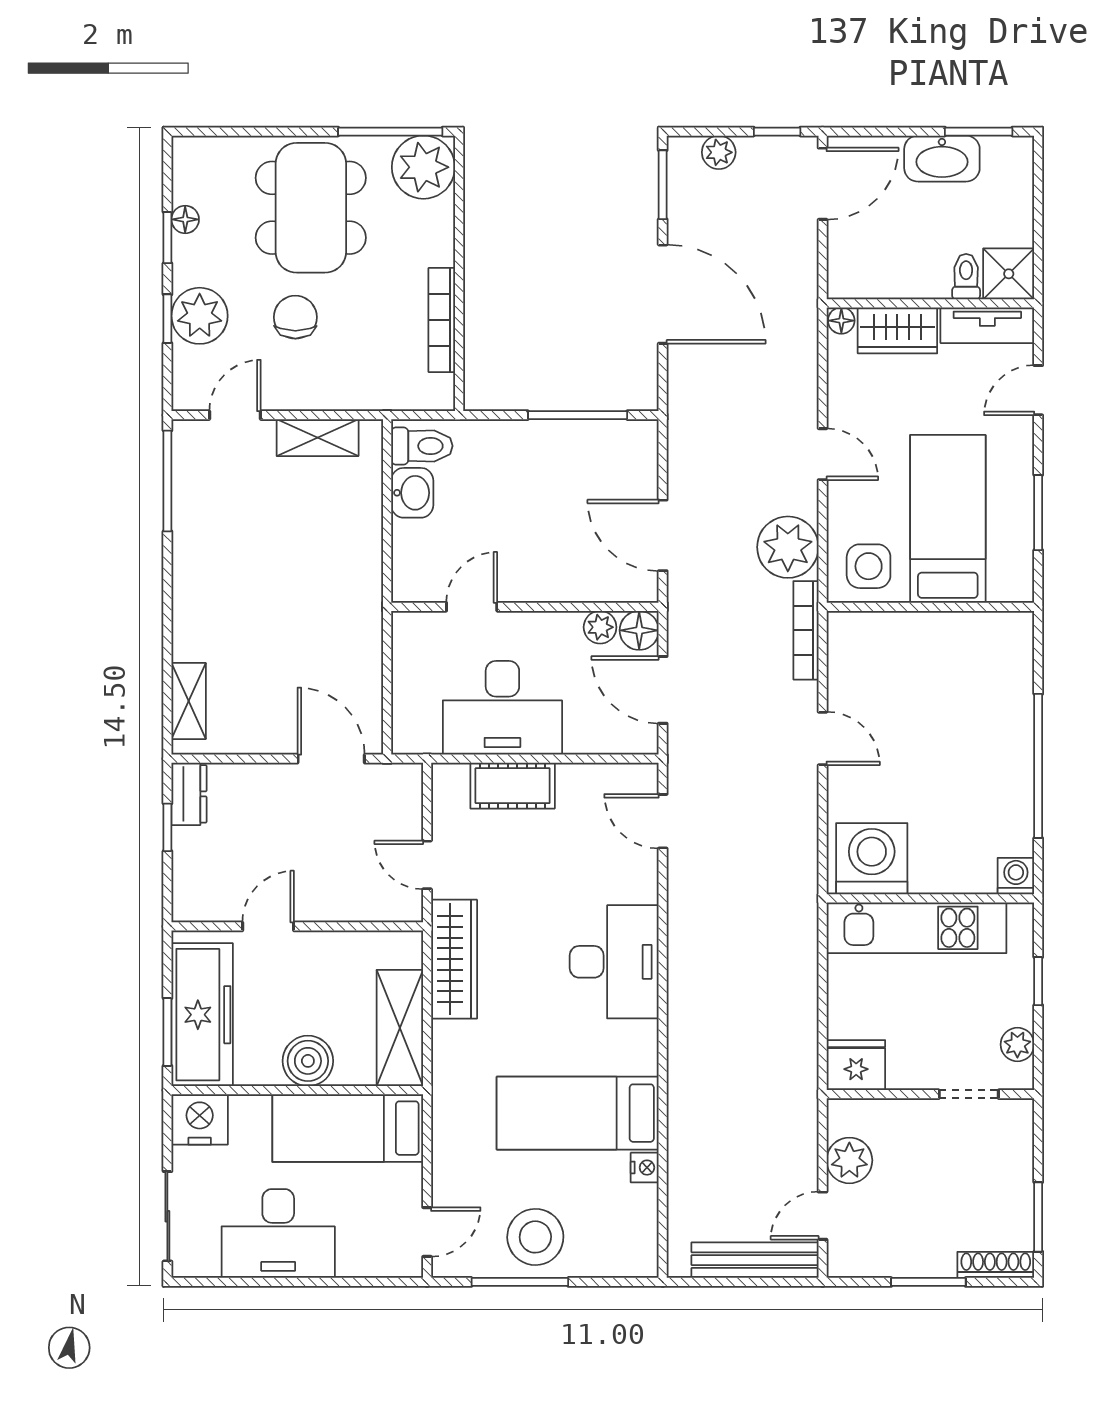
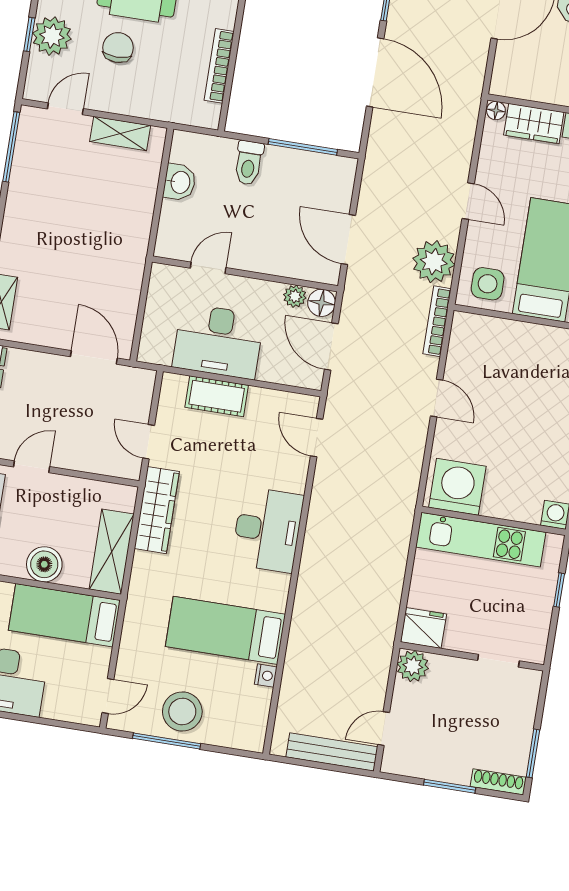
toilet: (422, 446) -> (249, 163), moved, turned 90
plant: (1017, 1045) -> (538, 632), removed
plant: (849, 1160) -> (413, 666), moved

